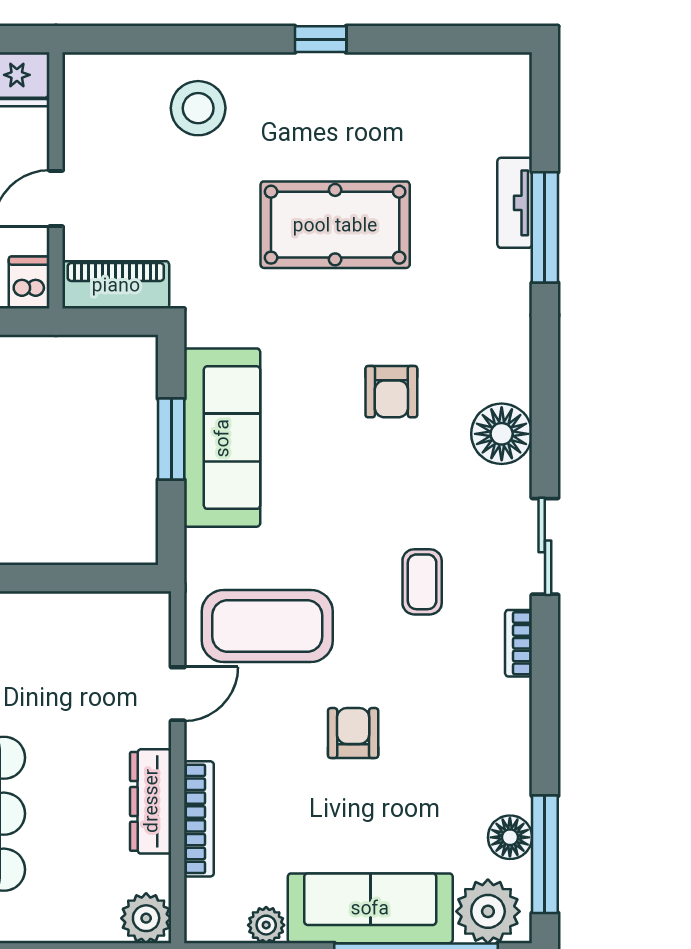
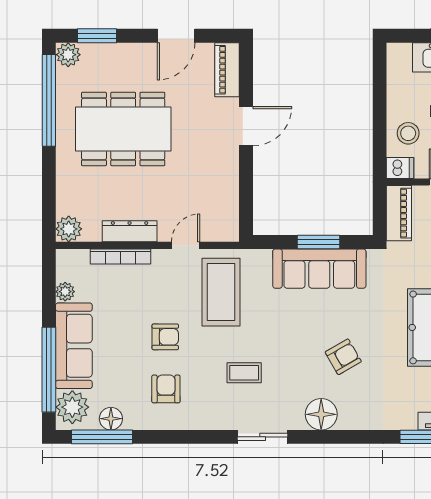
armchair: (391, 392) -> (343, 357), turned 150
bookcase: (519, 643) -> (212, 423), removed
door: (178, 694) -> (186, 245), swing flipped
armchair: (453, 732) -> (166, 389), added

